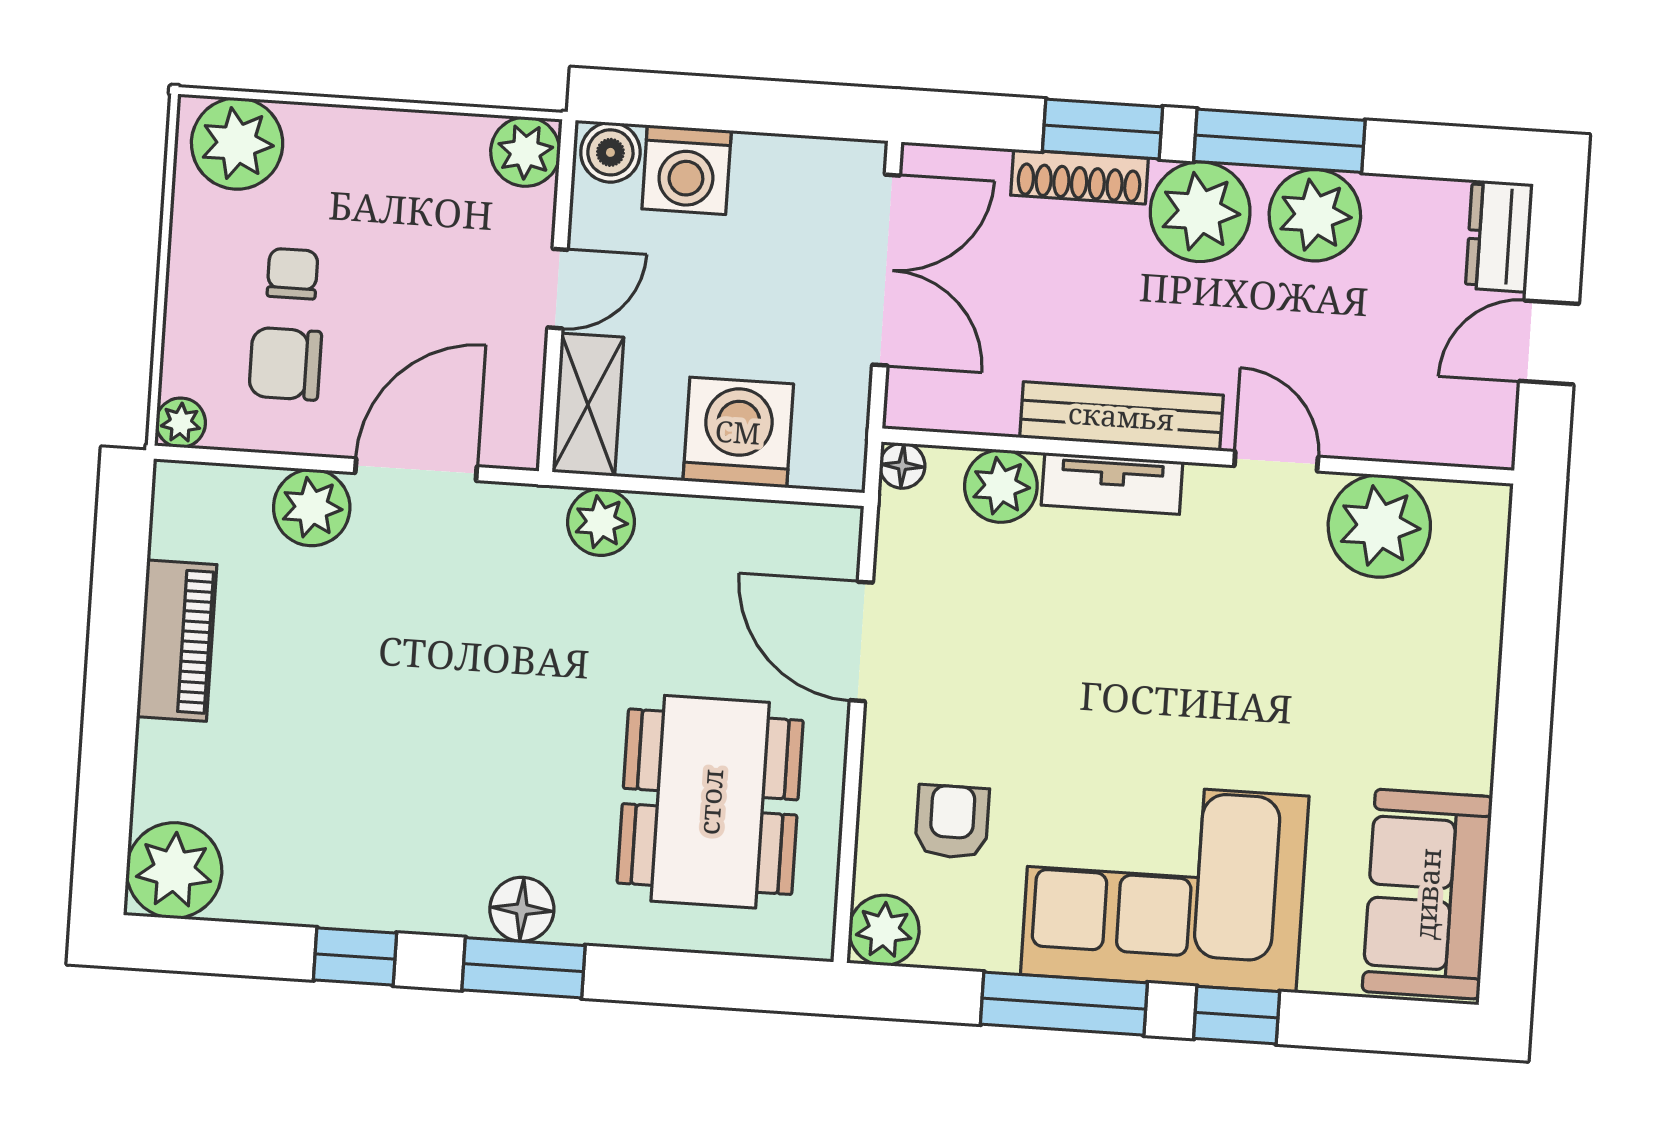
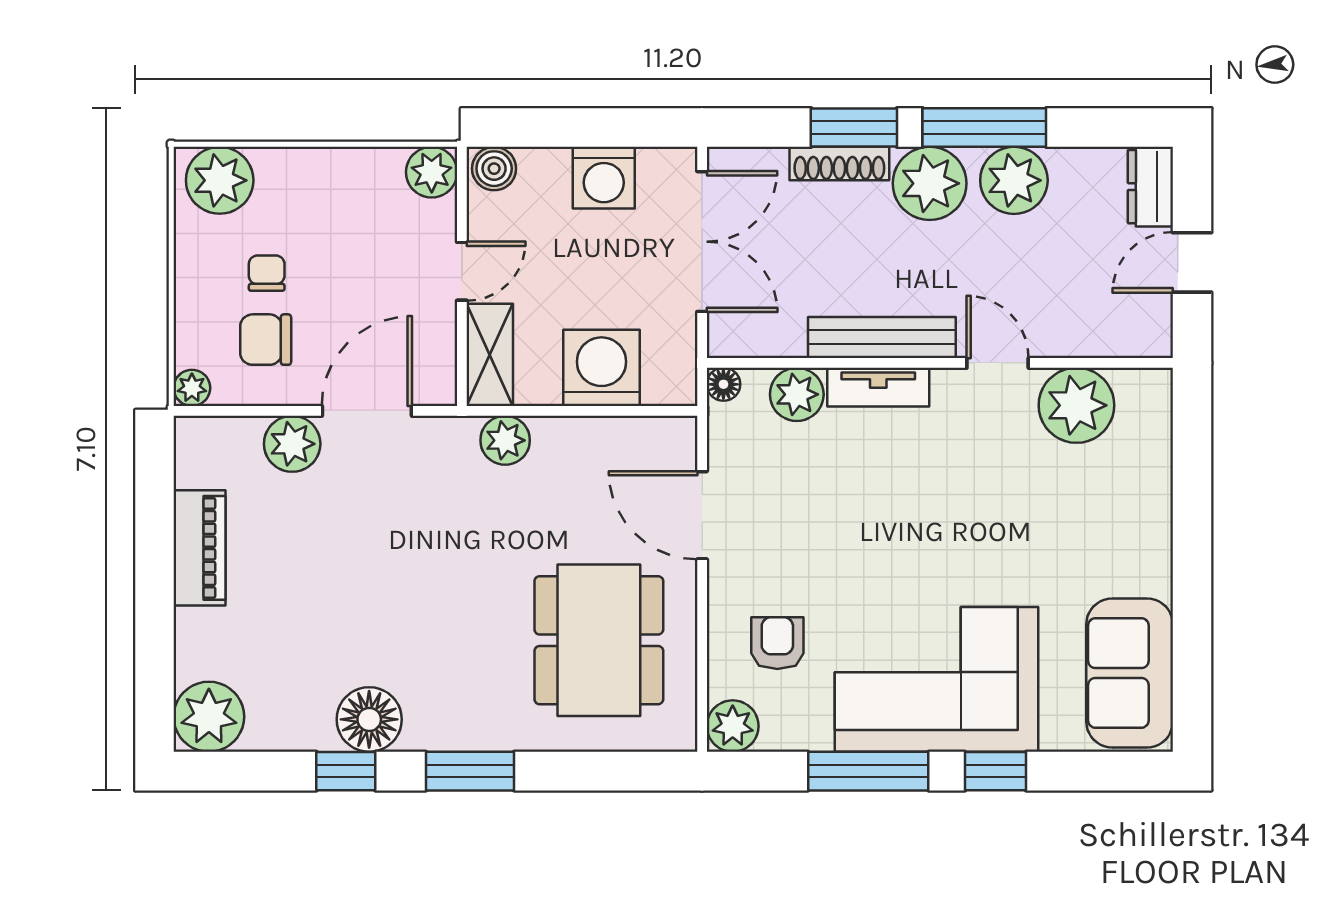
washing machine: (687, 170) -> (604, 178), moved
floor lamp: (522, 909) -> (369, 719), moved, width x1.38, depth x1.38

